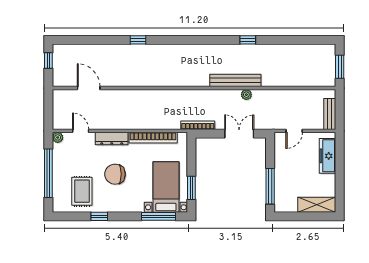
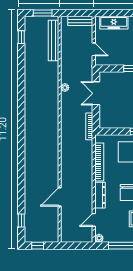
window: (138, 40) -> (21, 221), moved
window: (248, 40) -> (21, 37), moved
bench: (235, 80) -> (54, 41), moved
door: (89, 88) -> (60, 197), moved

